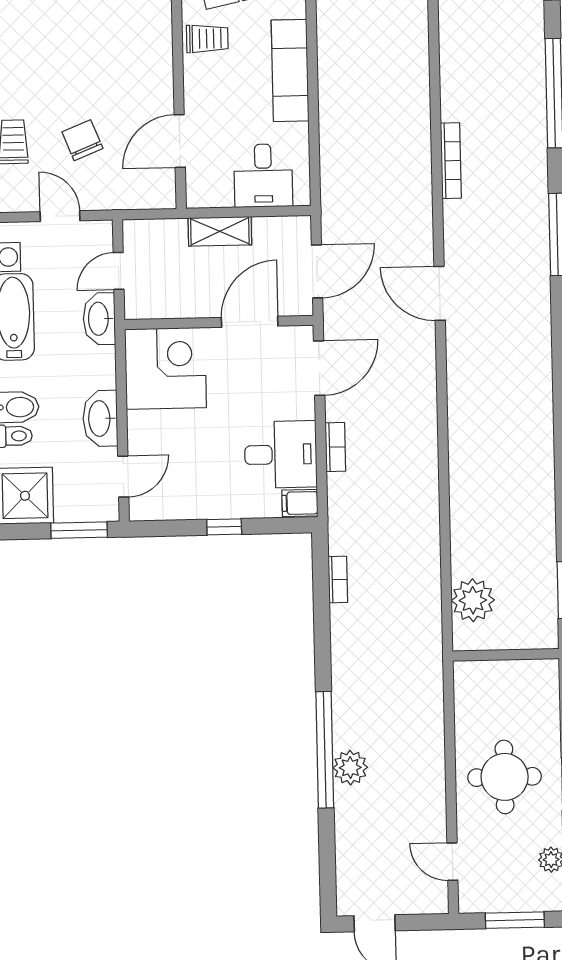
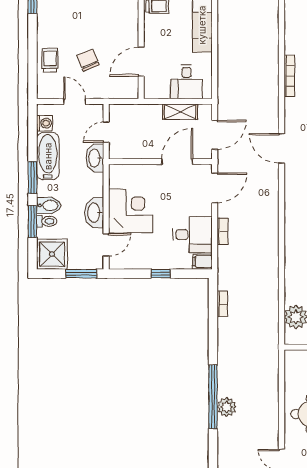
shelving: (220, 231) -> (180, 112), moved
corner desk: (165, 368) -> (130, 211), moved

